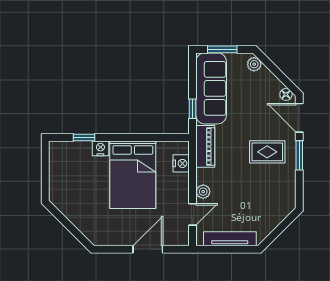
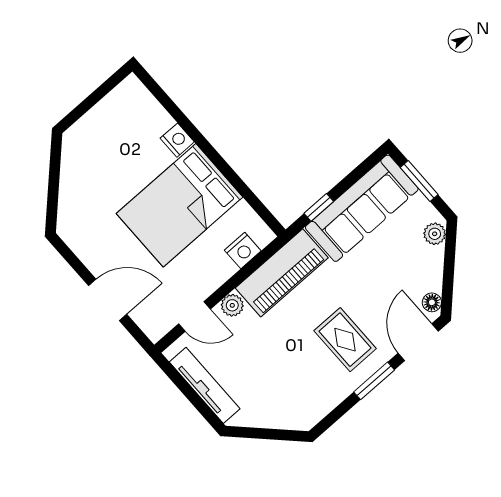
window: (84, 137) -> (173, 109), removed
piano: (205, 146) -> (282, 273), width x1.37, depth x1.33

